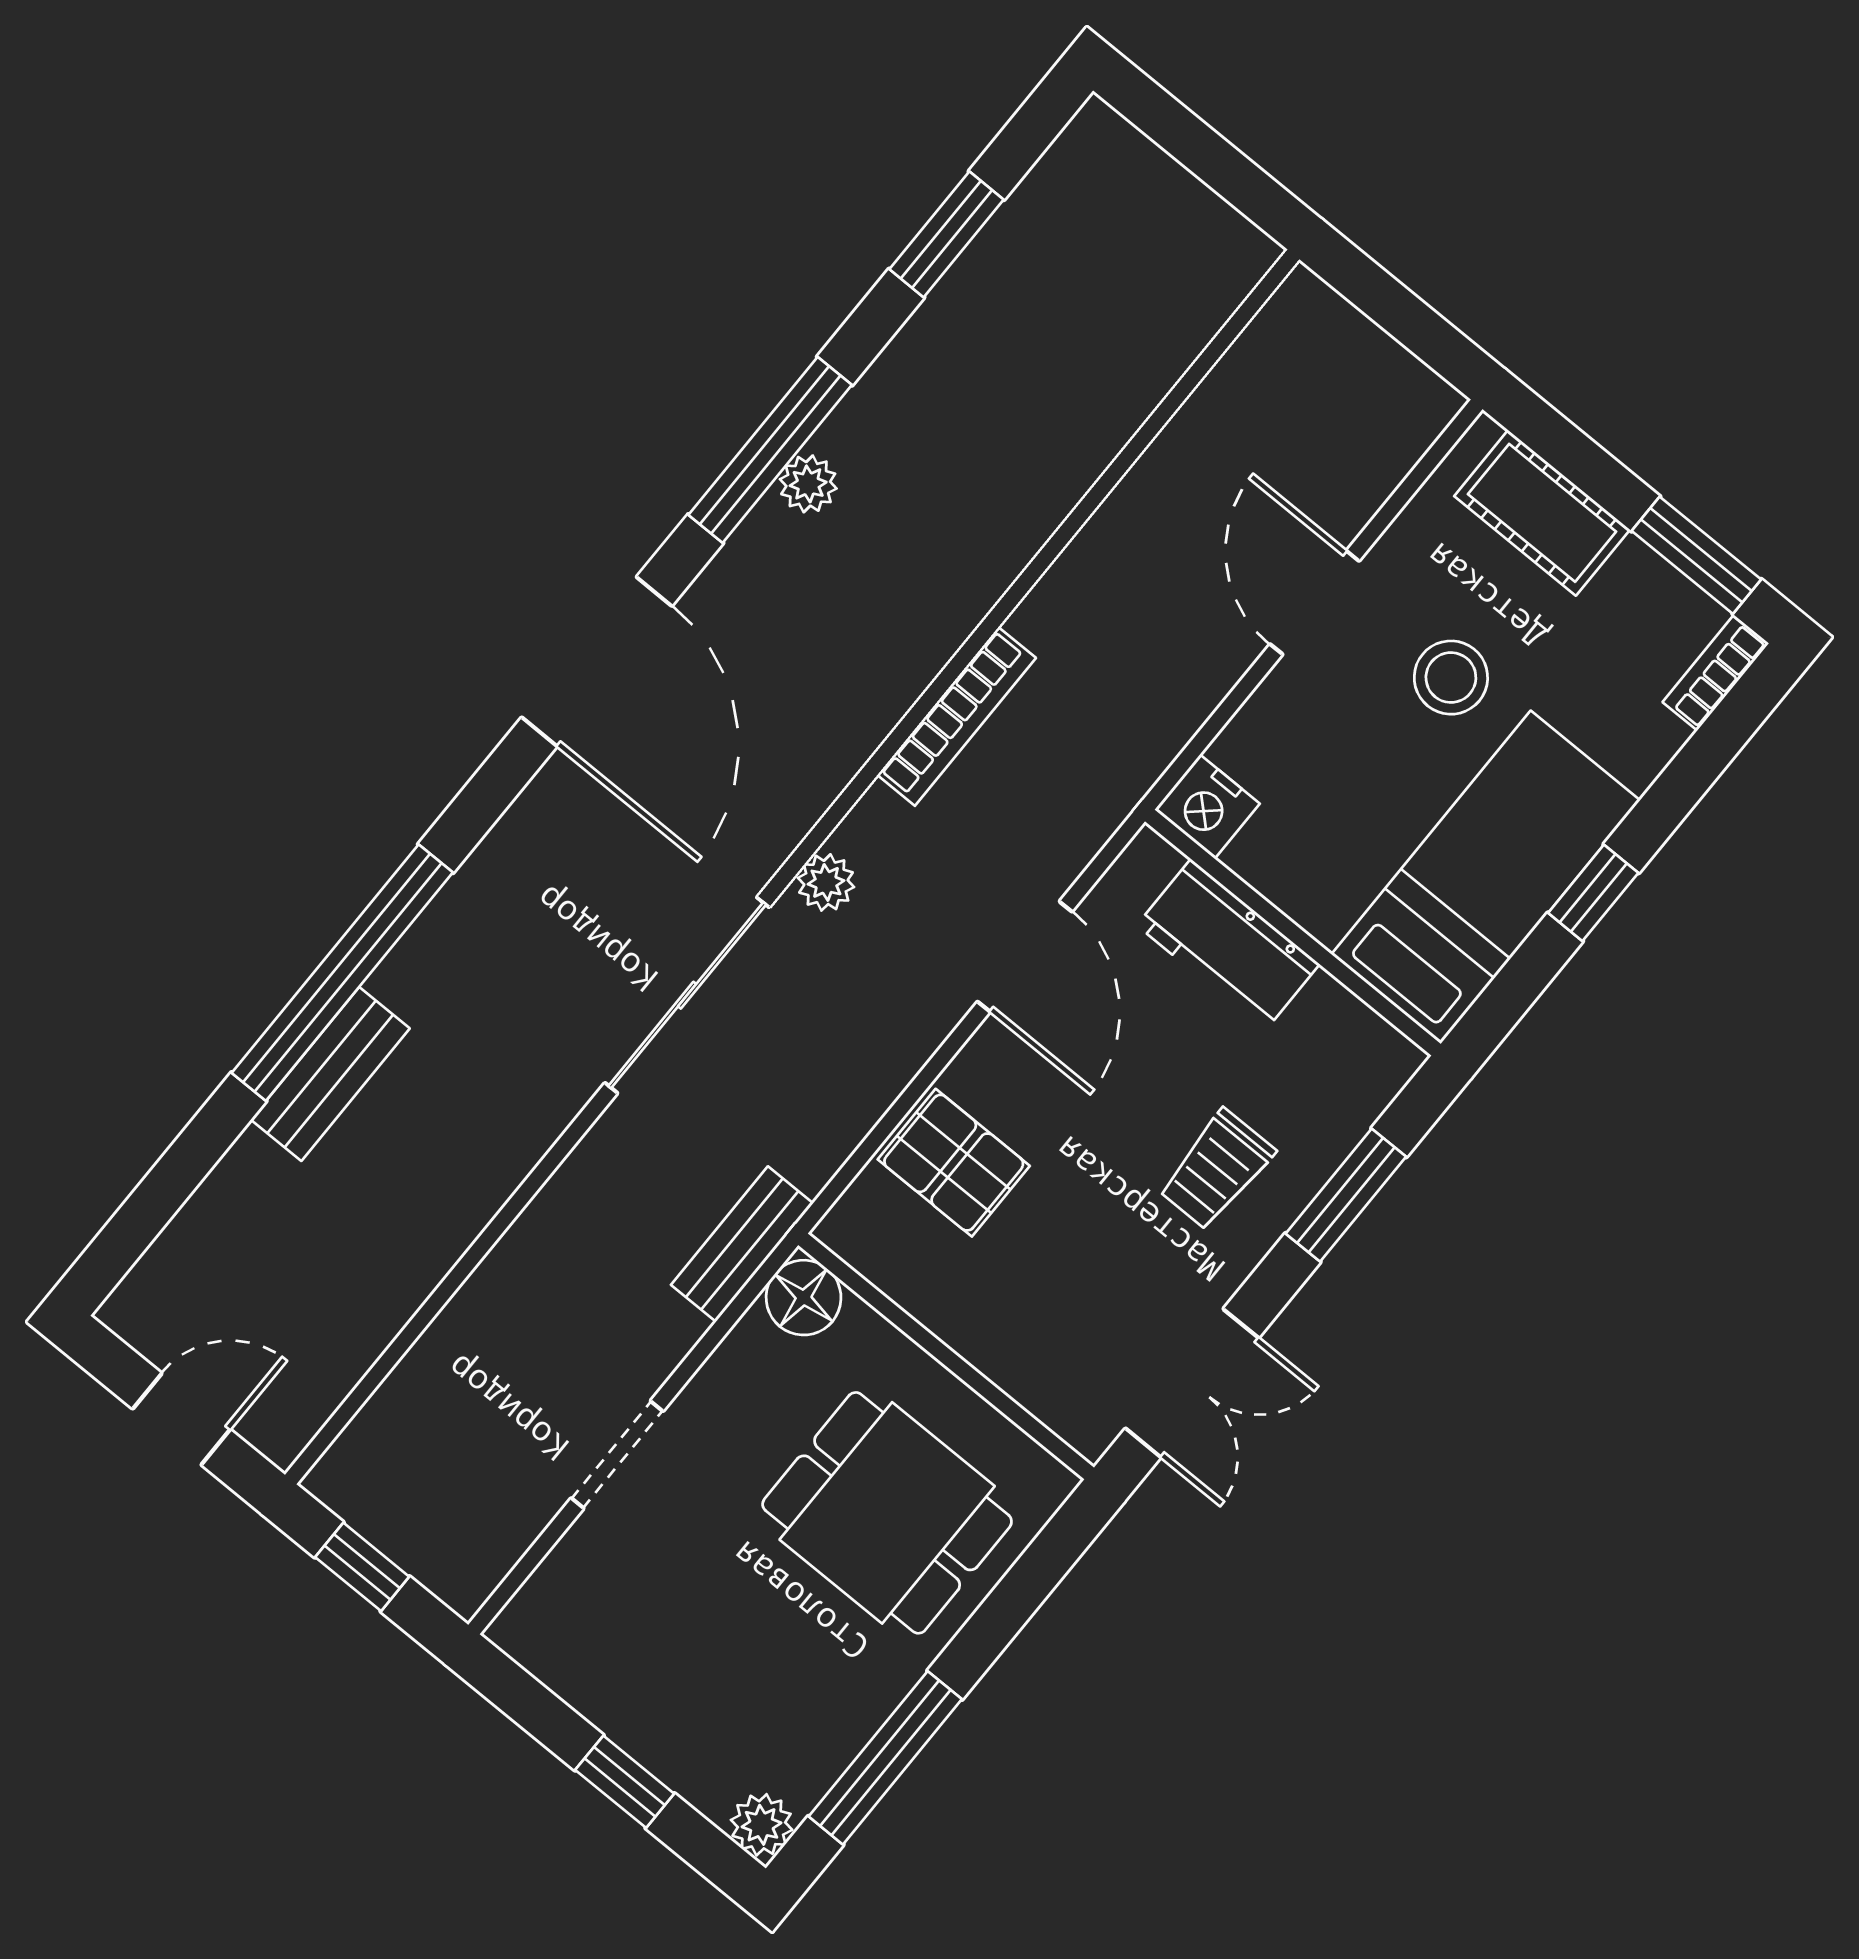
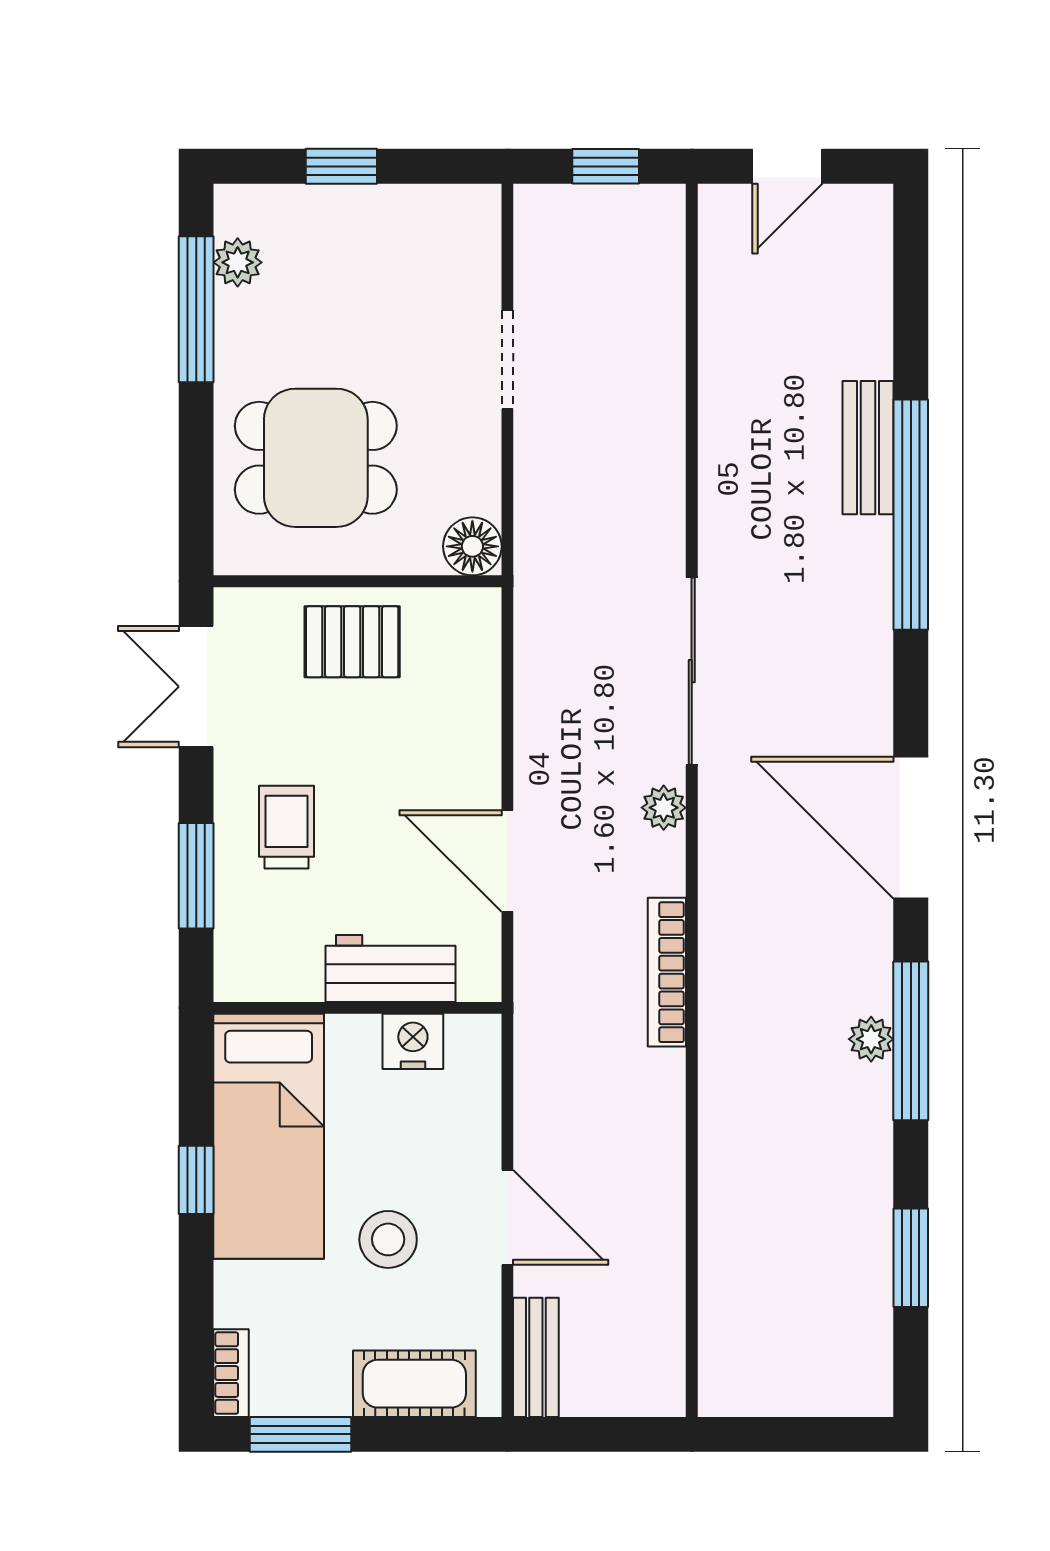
nightstand: (1207, 807) -> (413, 1041), moved
pallet: (954, 1163) -> (352, 642), moved
bench: (742, 1244) -> (536, 1357), moved
plant: (762, 1825) -> (238, 262), moved

